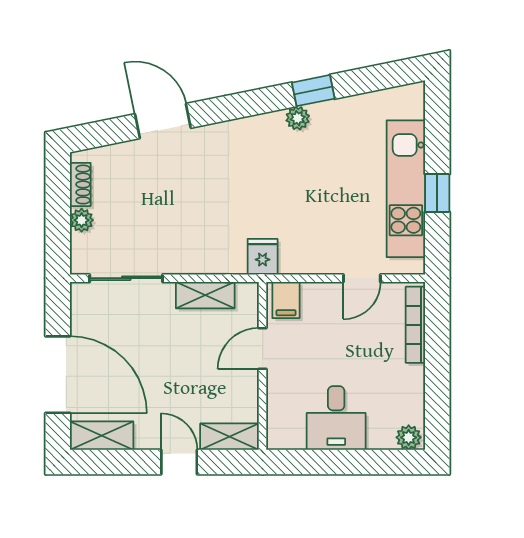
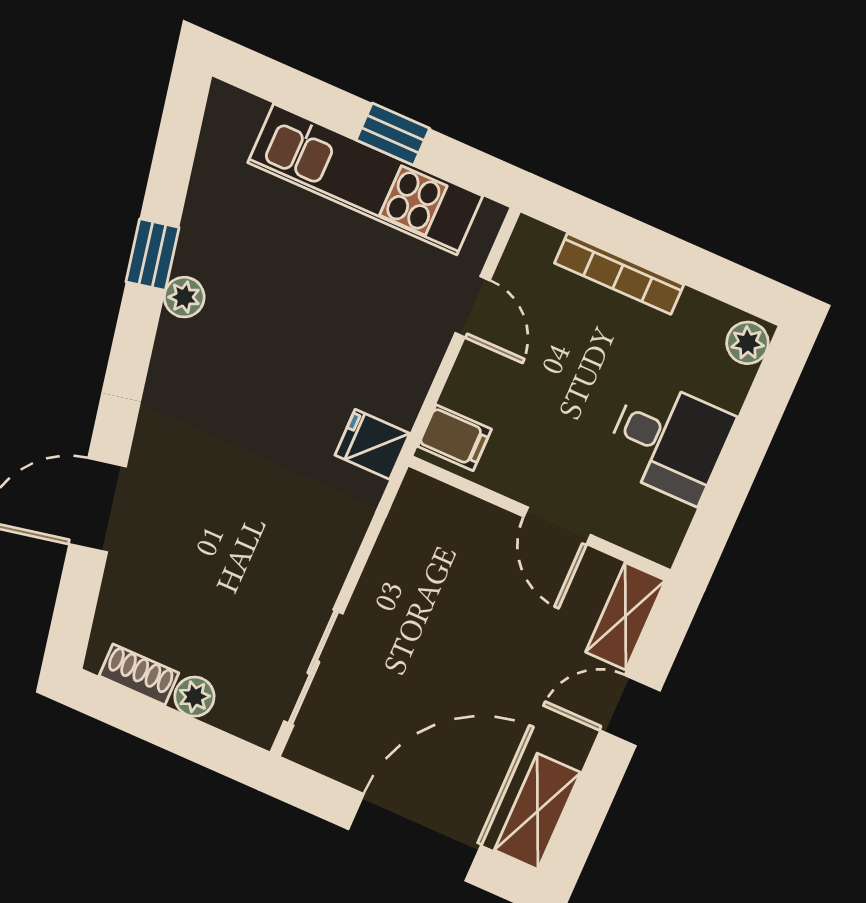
shelving: (205, 295) -> (393, 558), removed
bookcase: (415, 325) -> (619, 274), moved
door: (263, 348) -> (557, 526), moved

